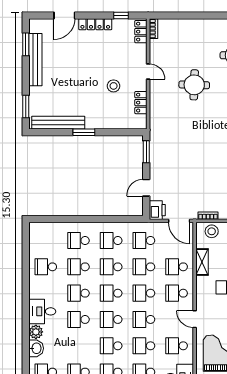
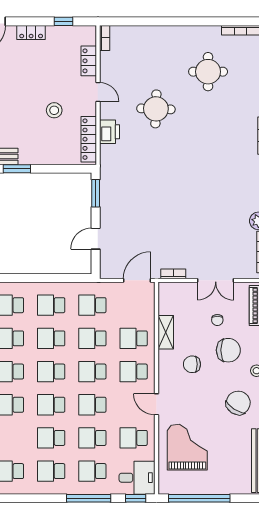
locker: (95, 24) -> (31, 32), width x0.66
locker: (141, 32) -> (89, 61), moved
locker: (141, 103) -> (89, 139), width x1.53
printer: (157, 210) -> (109, 132), moved
door: (179, 221) -> (137, 280), swing flipped
stool: (212, 231) -> (178, 294), removed

